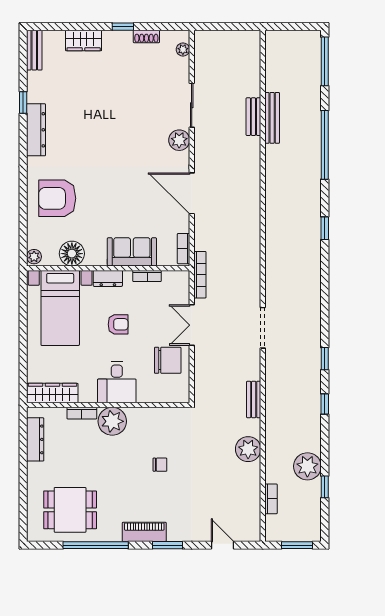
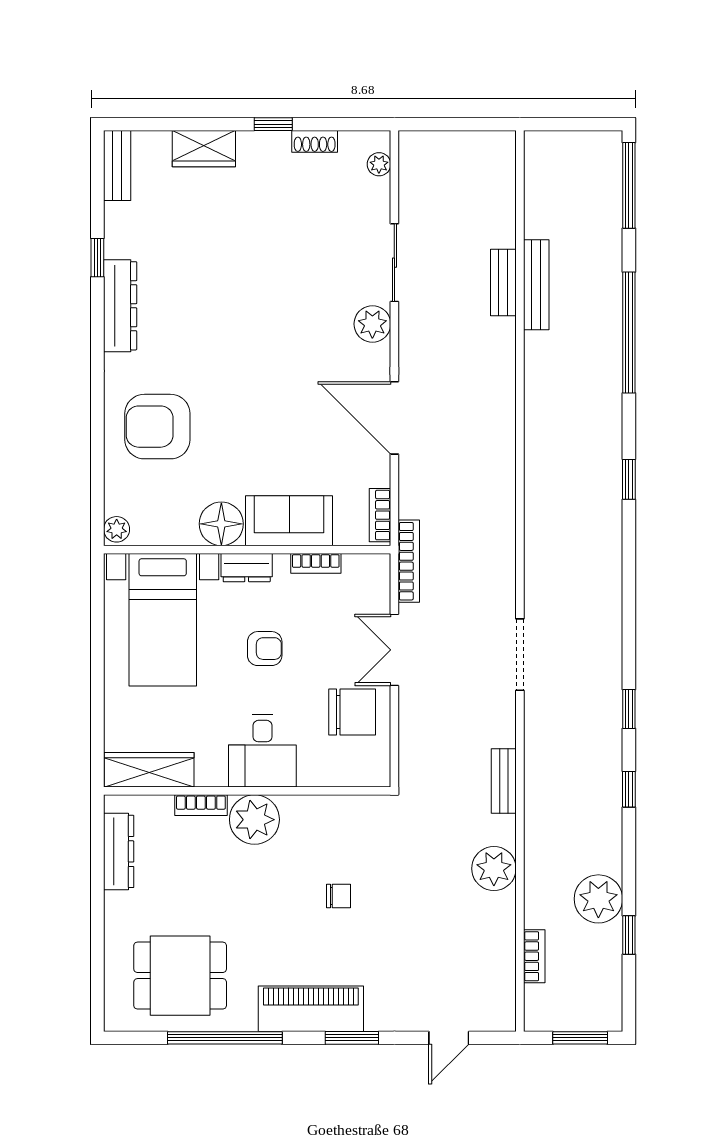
floor lamp: (72, 254) -> (221, 524), moved
piano: (144, 532) -> (311, 1009), width x1.37, depth x1.33
door: (222, 545) -> (449, 1038), swing flipped

